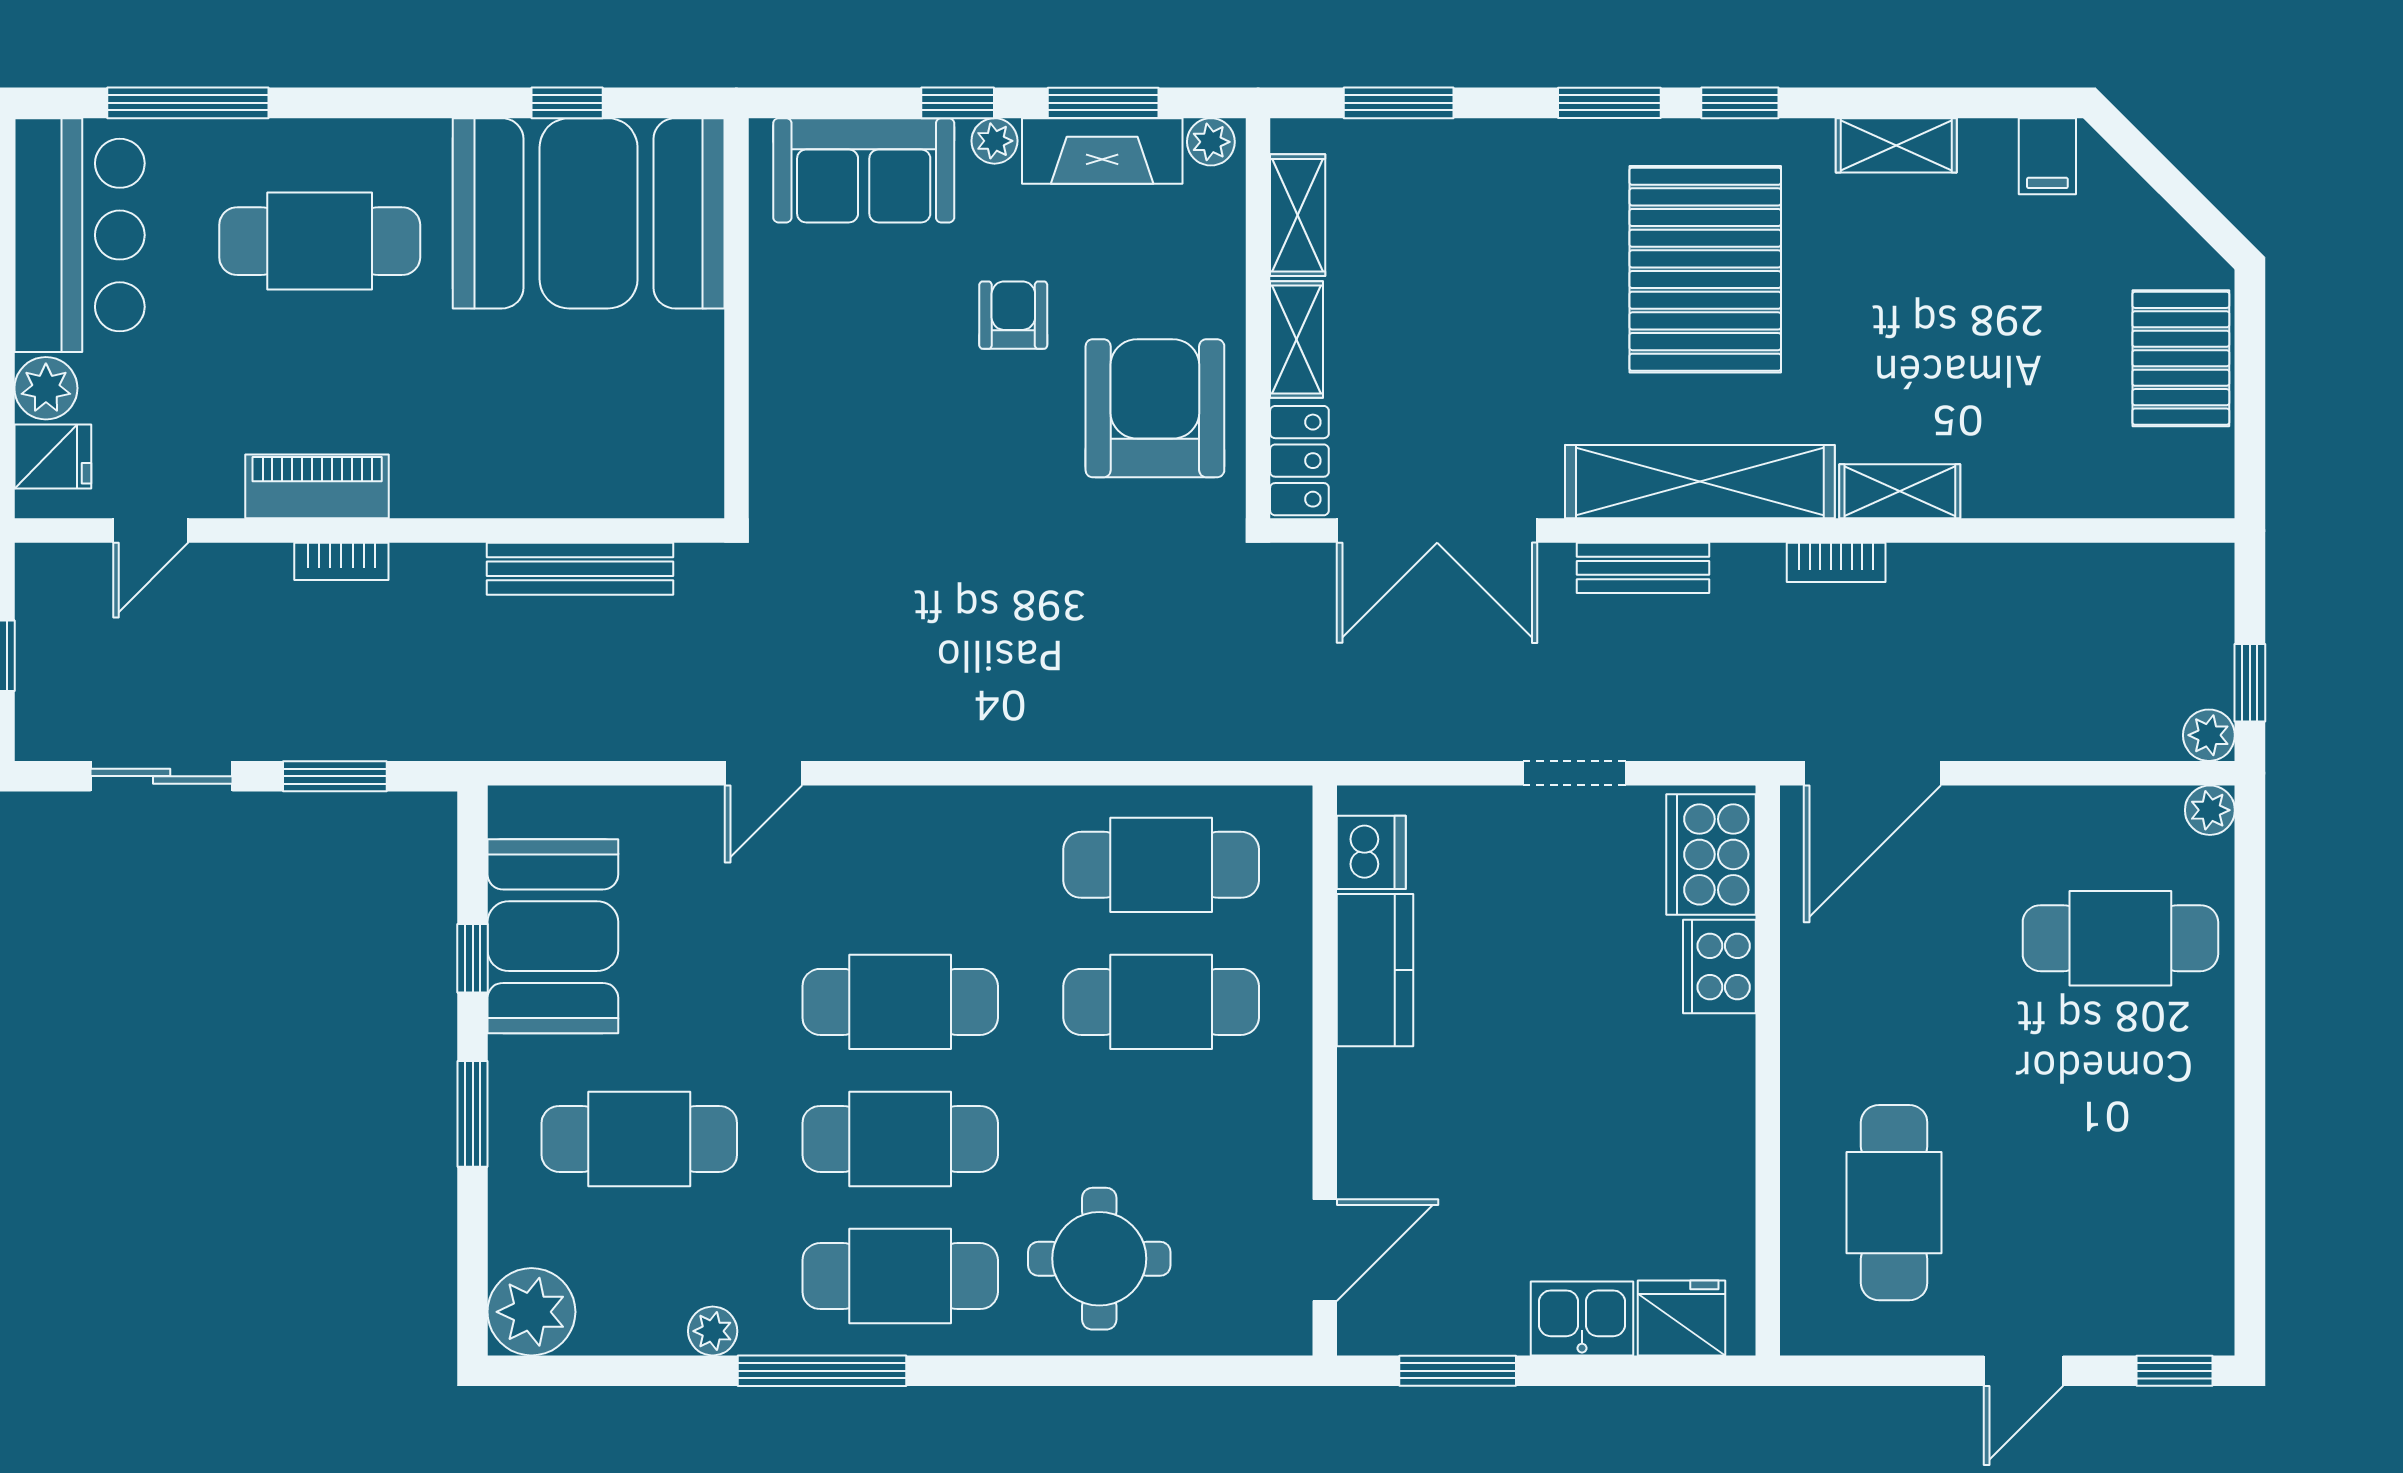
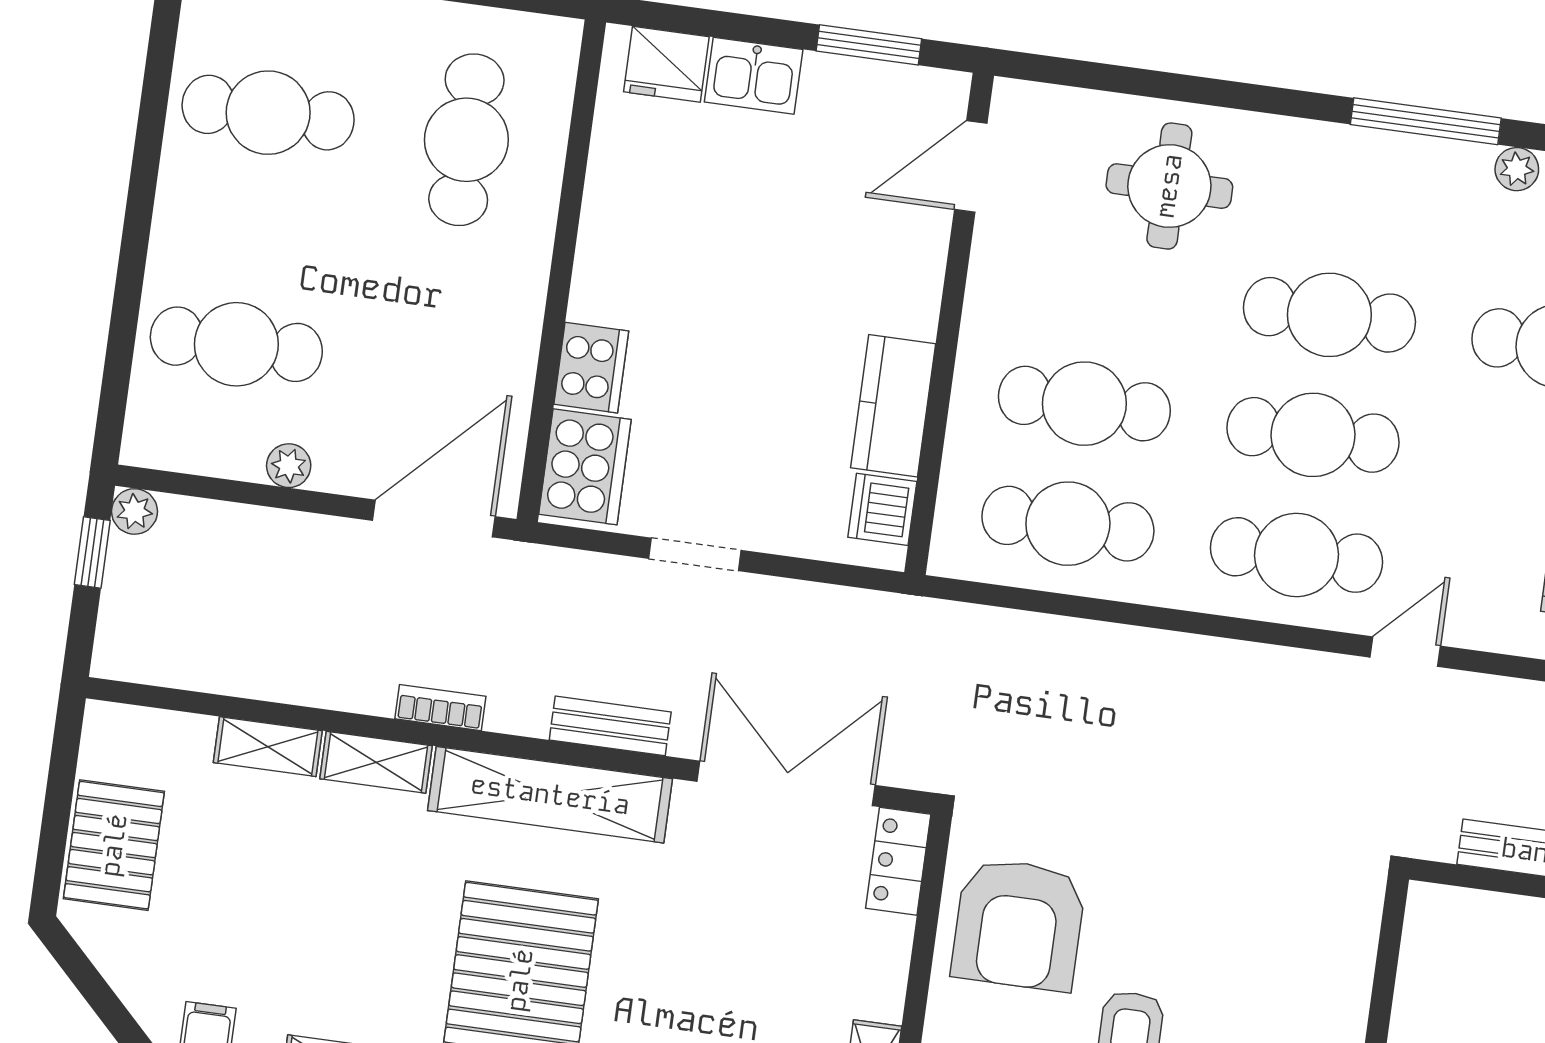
shelving: (1297, 340) -> (268, 747), moved, turned 90
plant: (2210, 810) -> (289, 466), moved
cafe table: (2120, 1203) -> (268, 113), added
cafe table: (900, 1276) -> (1297, 555), moved

